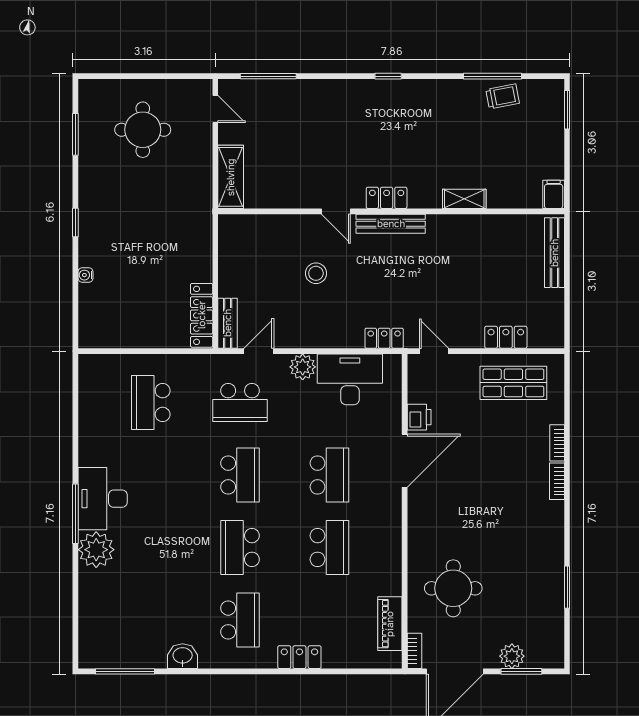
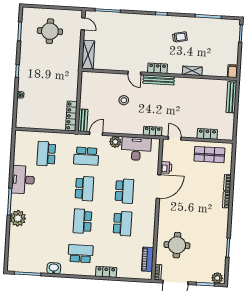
trolley: (502, 96) -> (180, 37), moved
desk: (103, 499) -> (23, 180), moved
school desk: (240, 620) -> (81, 254), turned -90
plant: (512, 656) -> (217, 278), moved

